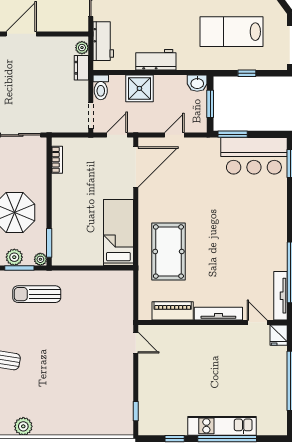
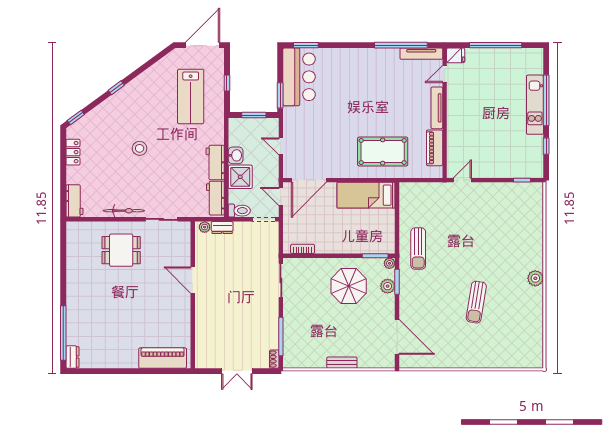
workbench: (103, 41) -> (215, 198), moved, turned -90
washbasin: (197, 83) -> (236, 155), moved
door: (136, 167) -> (309, 180), swing flipped
sun lounger: (37, 294) -> (418, 249), moved

